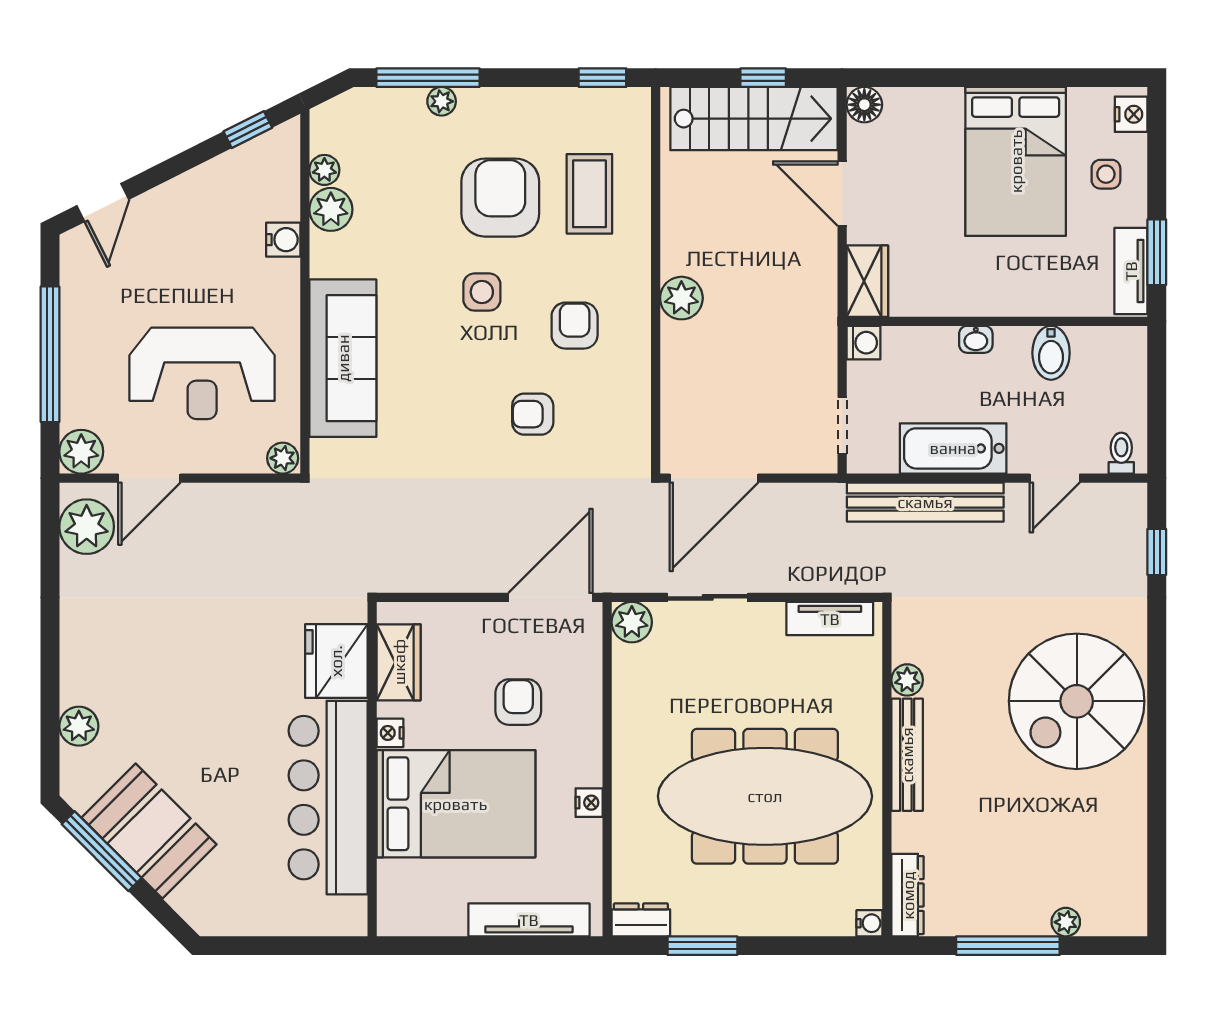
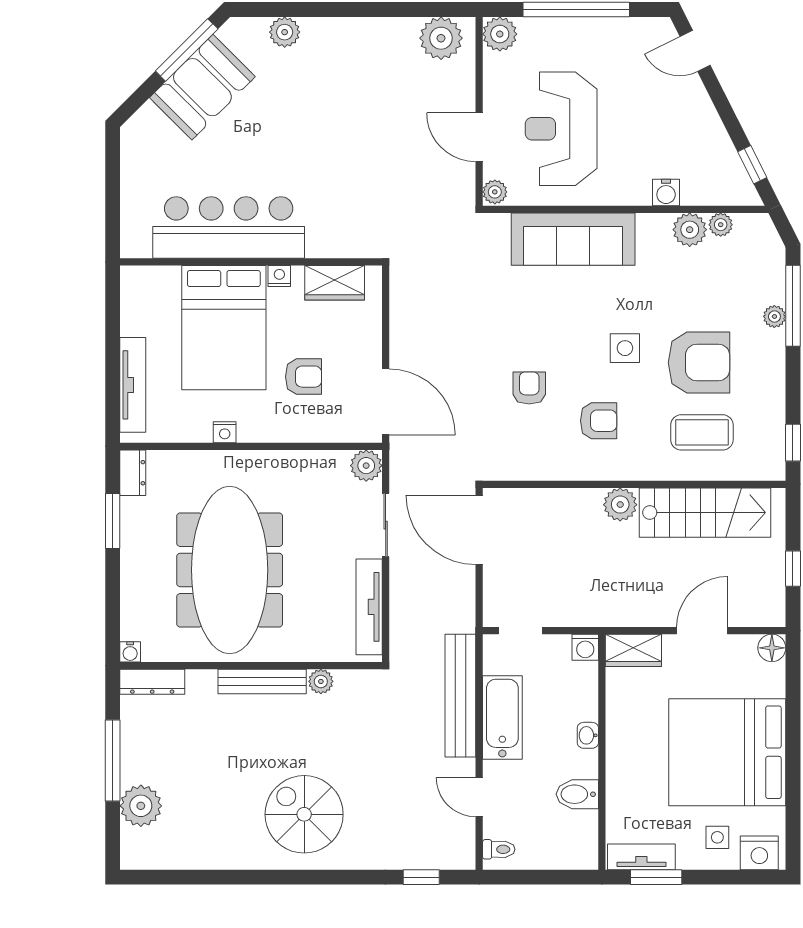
nightstand: (1131, 114) -> (759, 853), width x1.36, depth x1.33
stairs: (754, 119) -> (705, 513), moved, turned -90
bed: (1016, 161) -> (727, 752), width x1.36
door: (149, 478) -> (479, 137), moved
tv unit: (830, 619) -> (369, 607), width x1.41
fridge: (336, 661) -> (336, 234), removed
spiral stairs: (1077, 701) -> (304, 814), width x0.73, depth x0.73
plant: (1066, 922) -> (141, 806), width x1.87, depth x1.87

